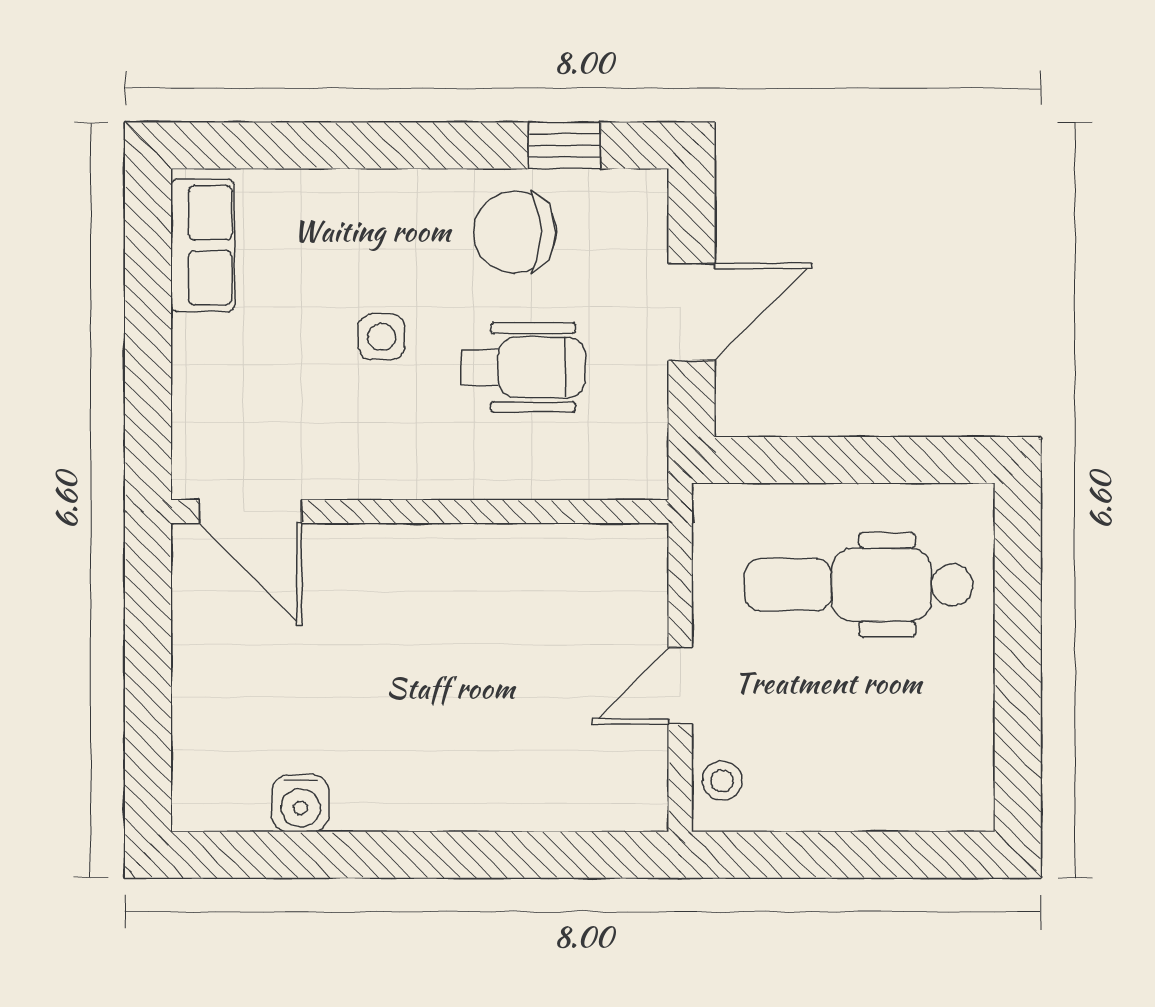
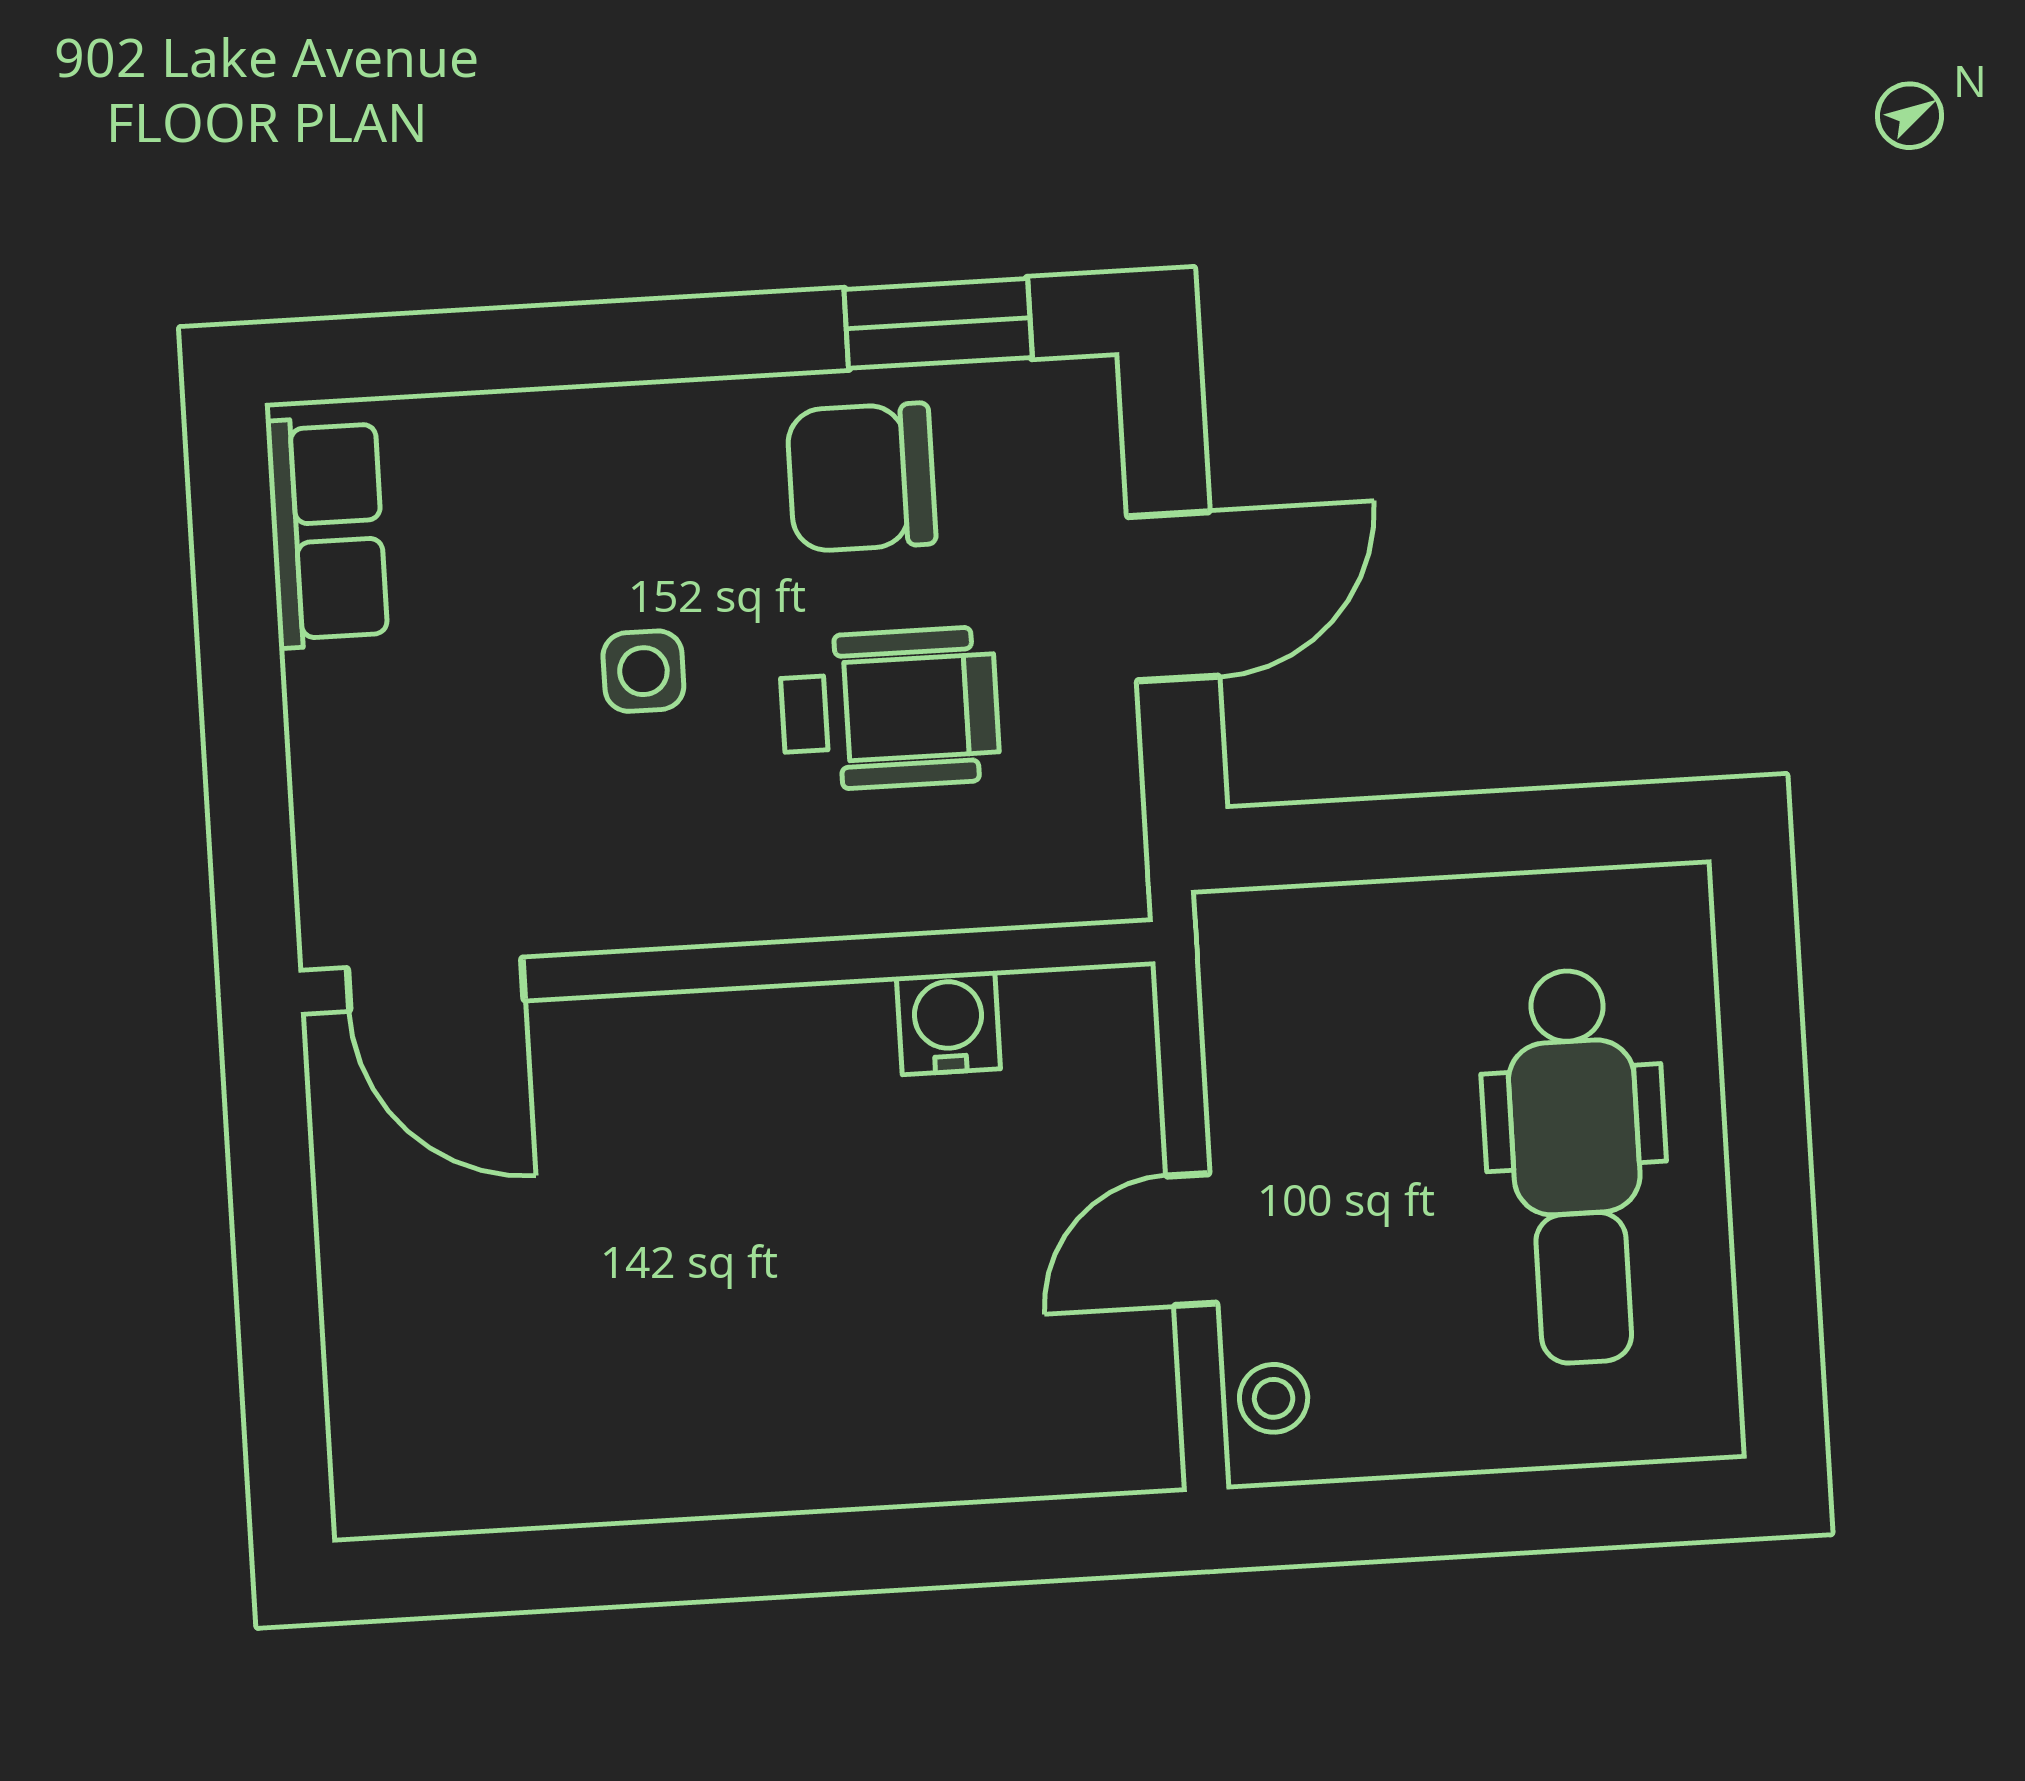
window: (565, 145) -> (938, 323), width x1.50
dental chair: (859, 585) -> (1577, 1167), moved, turned -90
water cooler: (301, 803) -> (948, 1023), moved, turned 180

